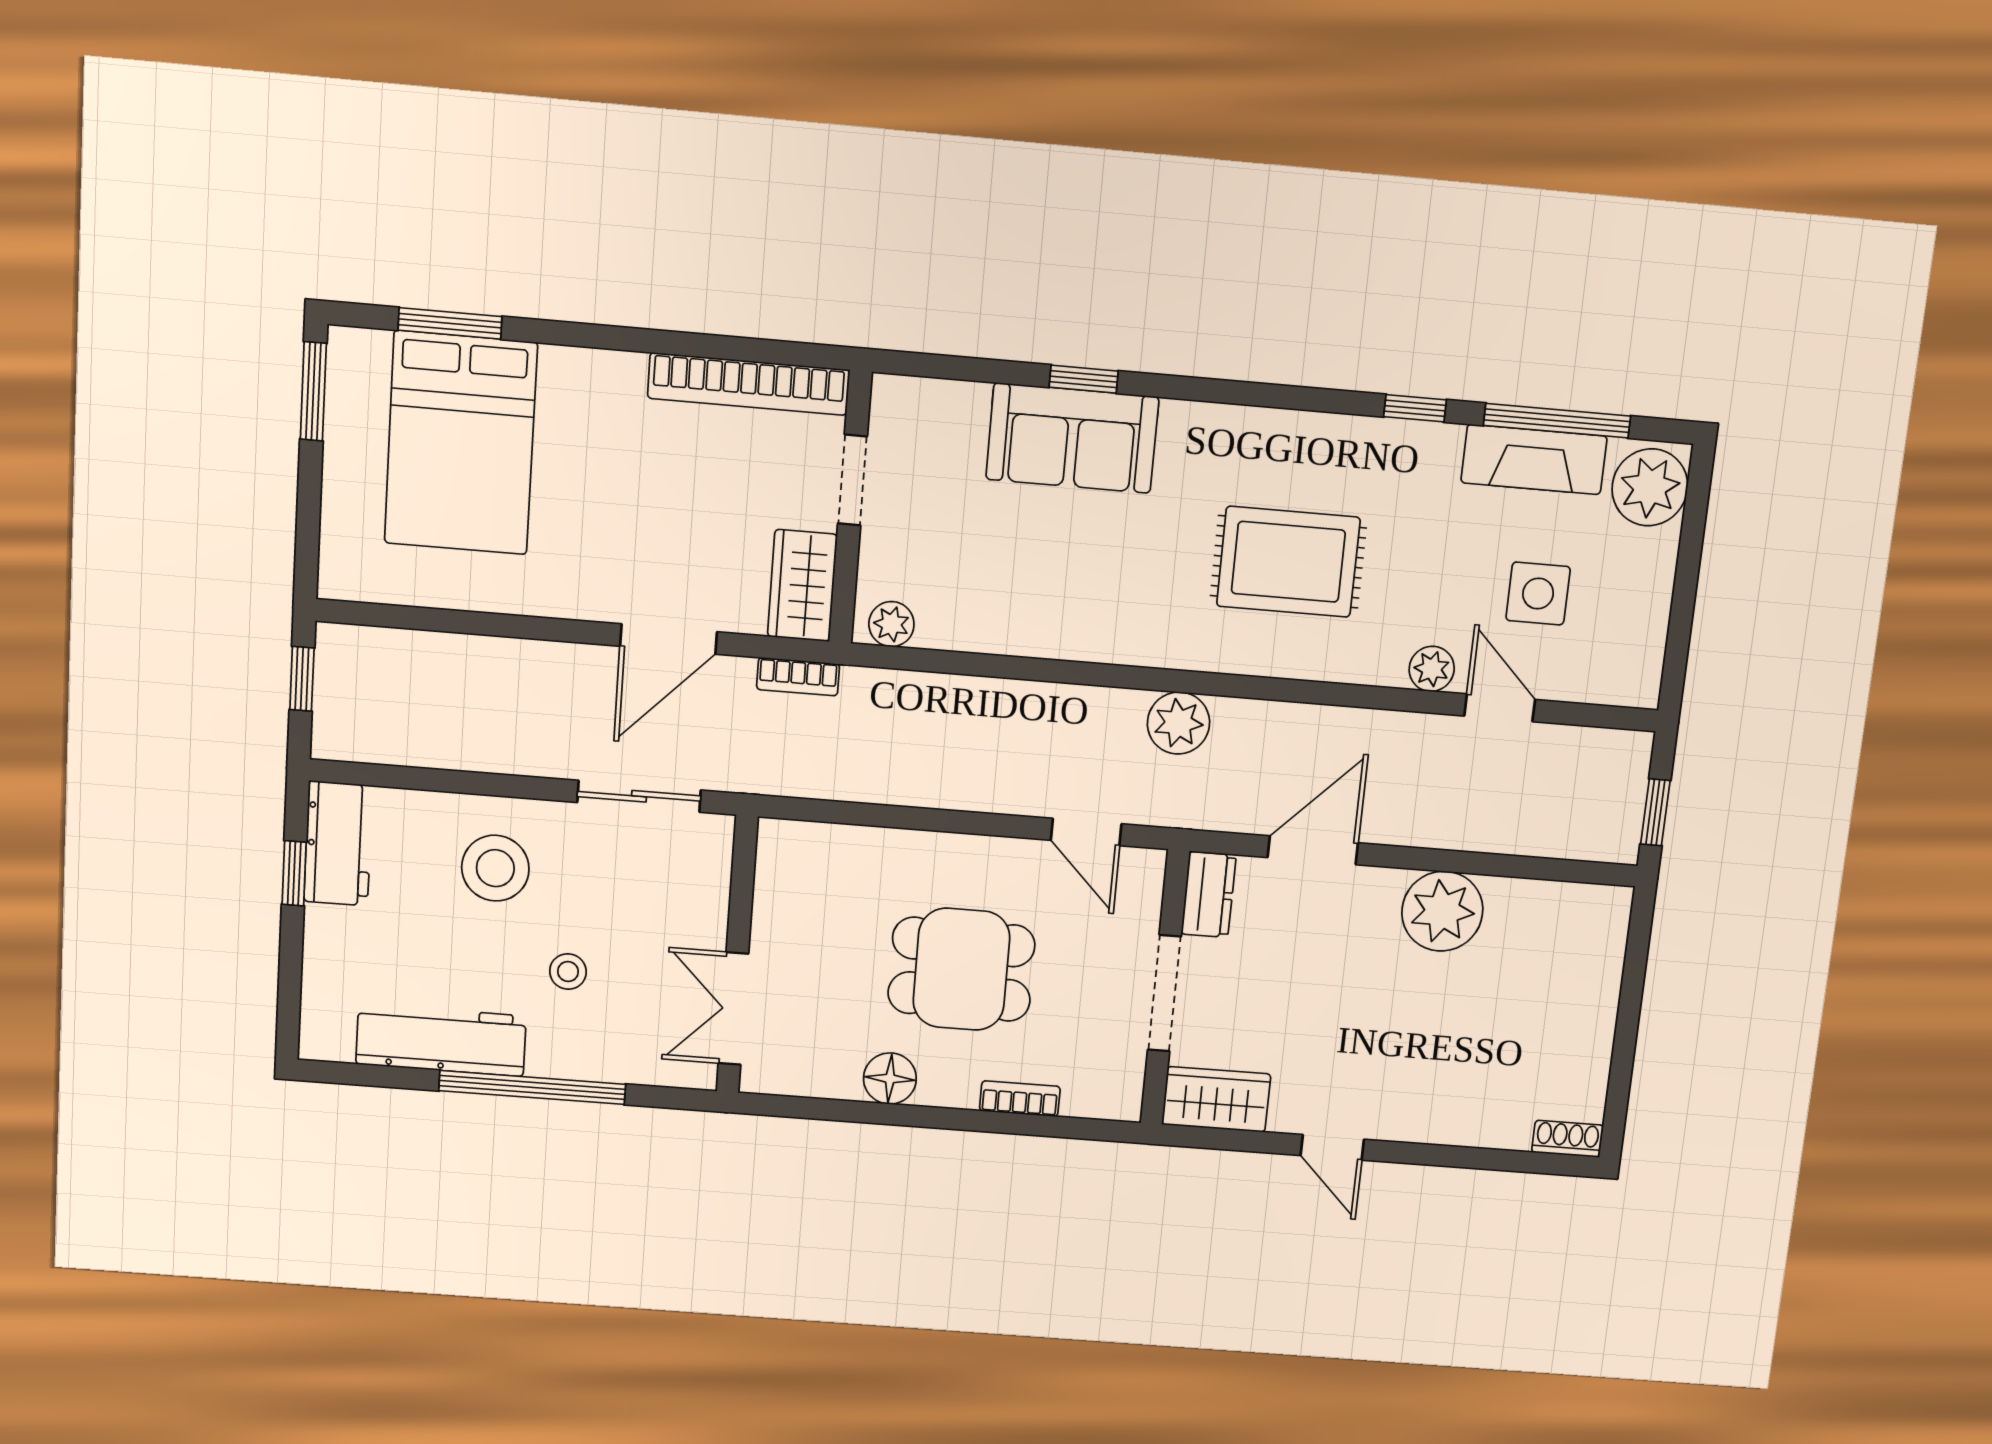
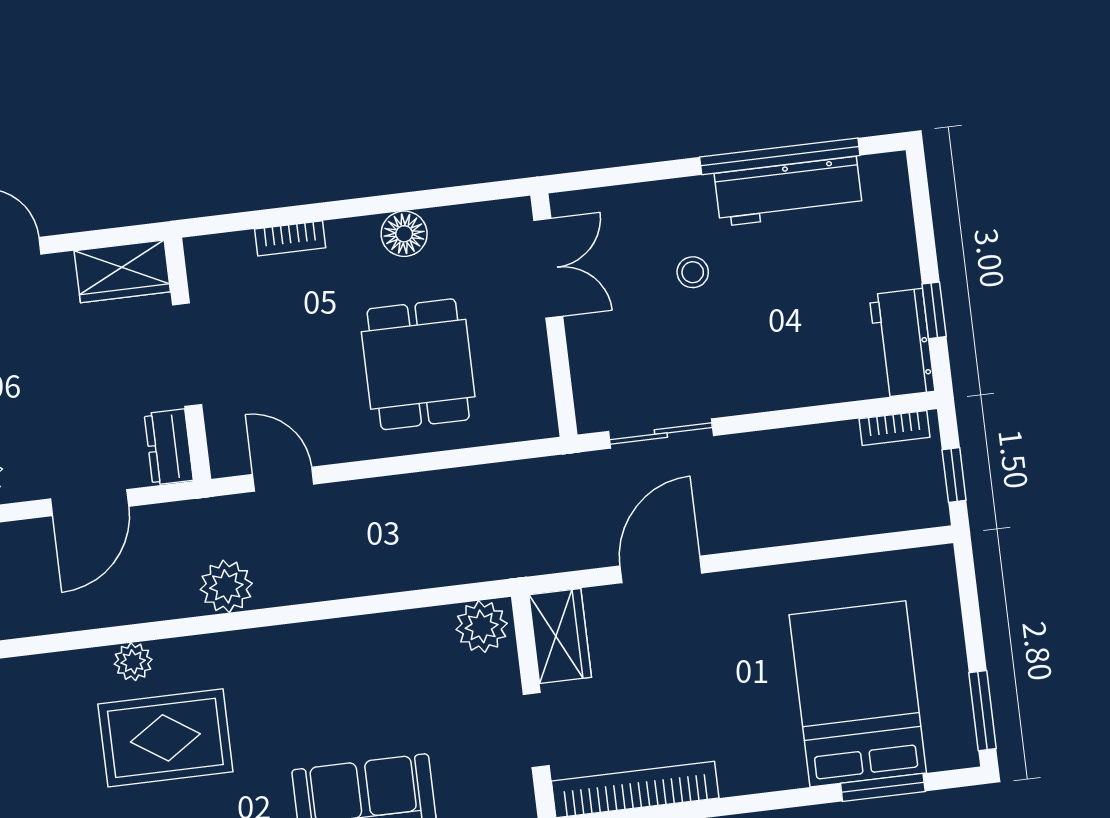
plant: (891, 624) -> (482, 626), width x1.38, depth x1.38
plant: (1432, 669) -> (133, 662), moved
bookcase: (798, 677) -> (894, 428), moved, turned 180
stool: (495, 868) -> (769, 348), removed
dining table: (961, 969) -> (418, 364), moved, turned 90
window: (532, 1087) -> (780, 156), moved

